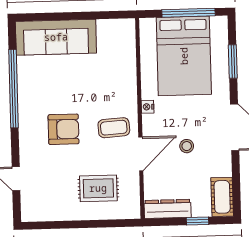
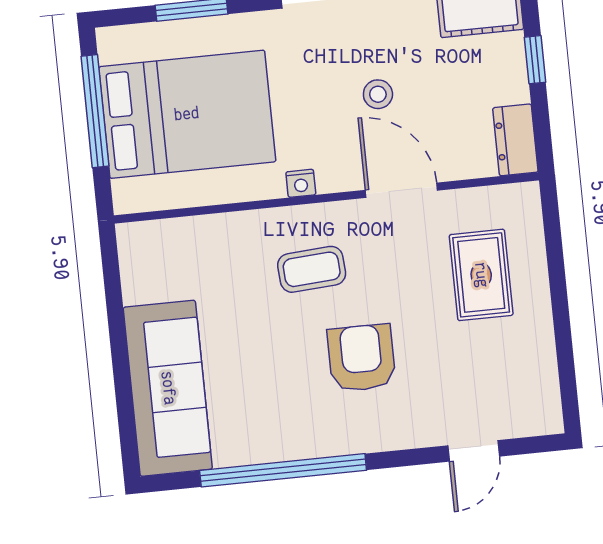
coffee table: (114, 128) -> (312, 269), moved, turned 90
dresser: (168, 209) -> (515, 140), width x0.70

